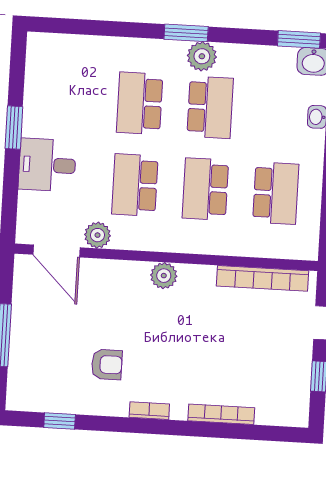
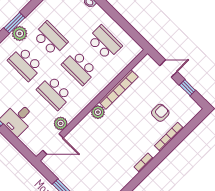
plant: (202, 56) -> (20, 34), moved
bookcase: (263, 278) -> (118, 89), moved
armchair: (107, 364) -> (160, 113), moved

